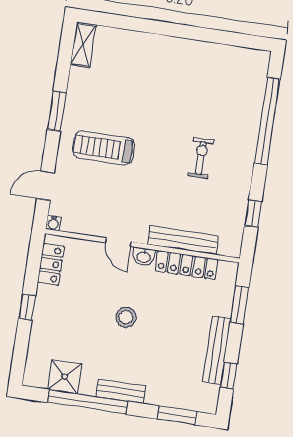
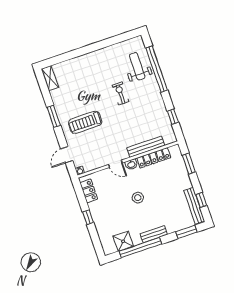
weight bench: (238, 100) -> (137, 66), added
exercise bike: (201, 158) -> (120, 93), moved
bench: (217, 350) -> (194, 206), moved

